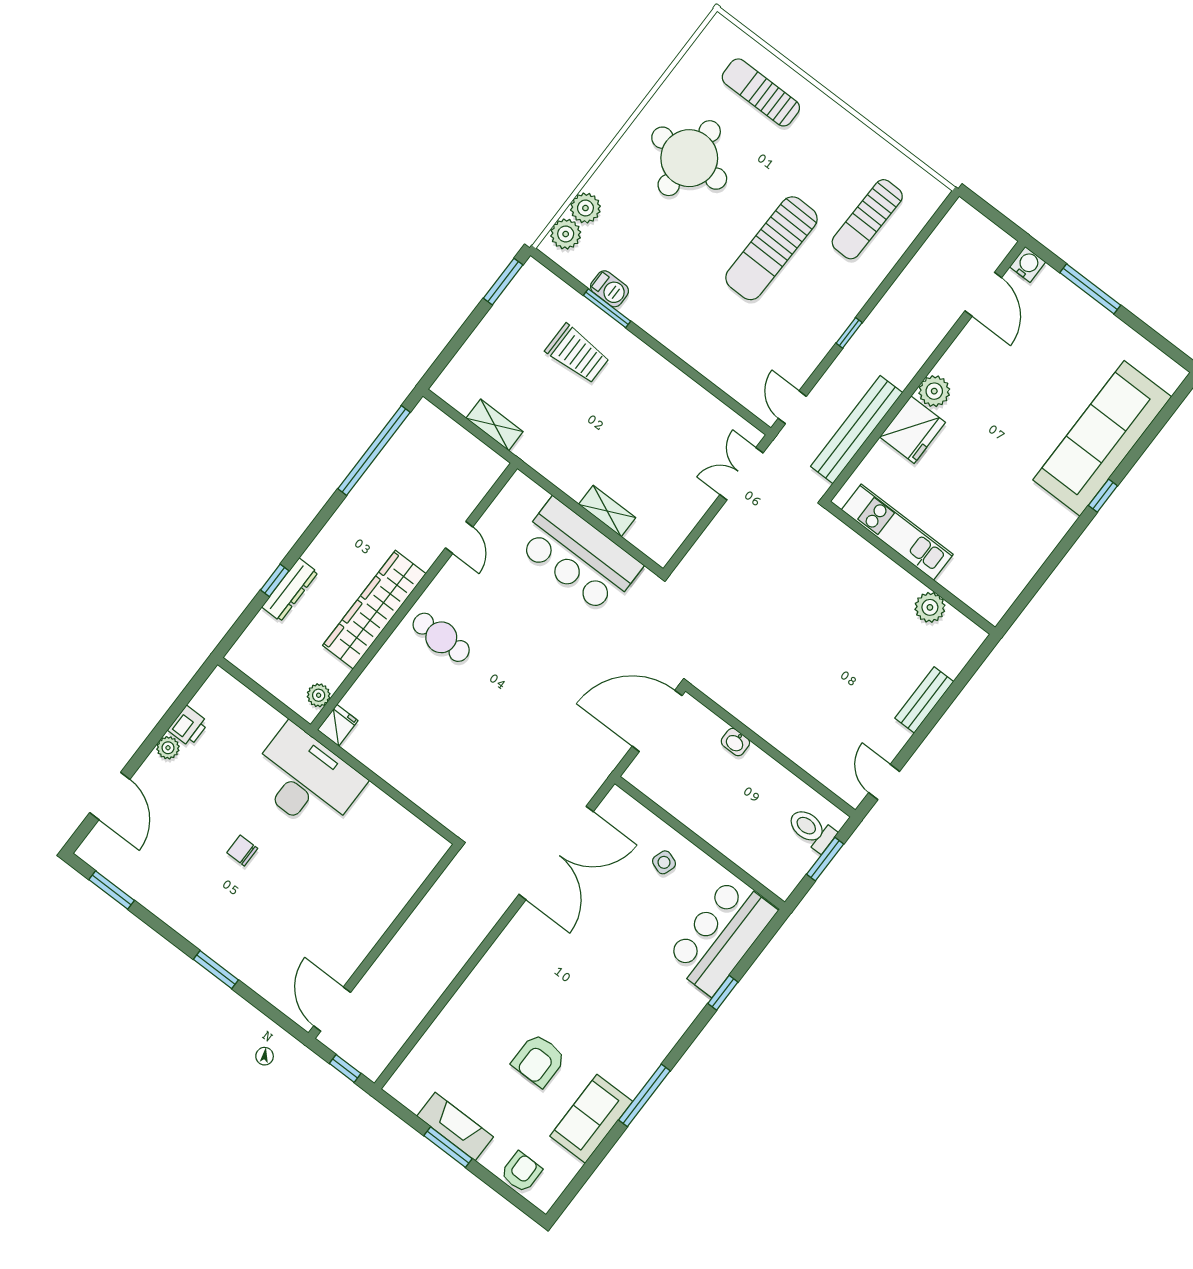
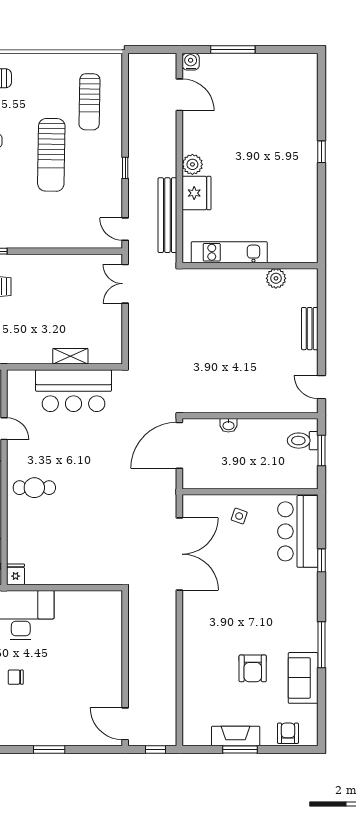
sofa: (1102, 438) -> (298, 122), removed

